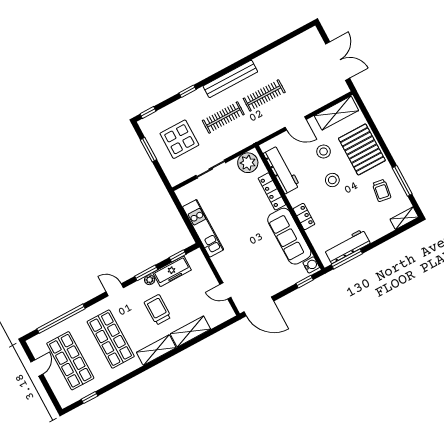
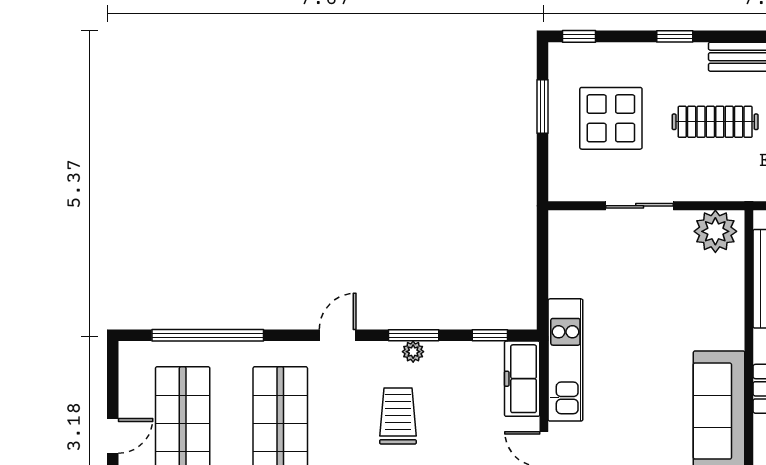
locker: (272, 191) -> (732, 310), removed
kitchen unit: (203, 228) -> (565, 360), moved
freezer: (172, 271) -> (522, 379), moved, turned 90
door: (115, 290) -> (338, 335), hinge flipped
door: (37, 368) -> (113, 436), moved

